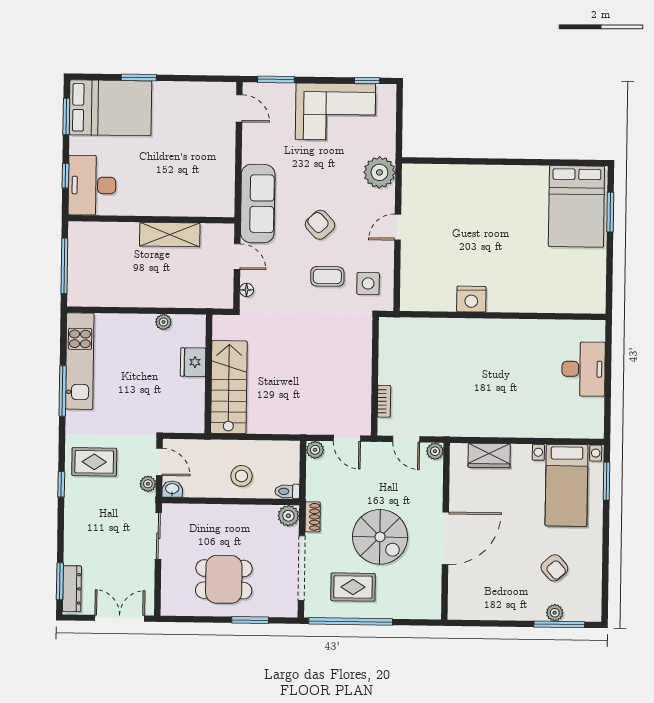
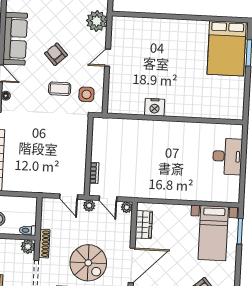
plant: (315, 450) -> (89, 206), moved
wardrobe: (489, 455) -> (144, 225), moved, turned -90
shoe rack: (313, 517) -> (44, 244), width x1.43

